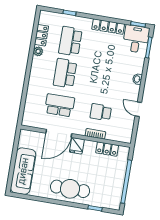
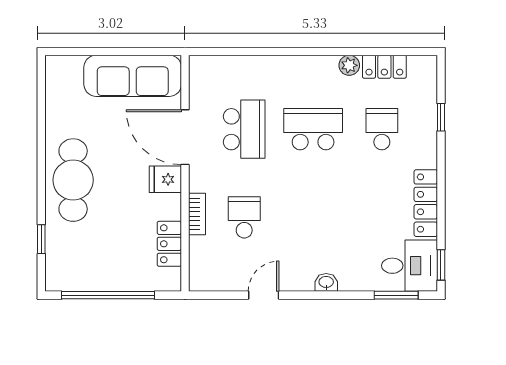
school desk: (70, 41) -> (382, 129), width x0.54
sofa: (23, 171) -> (133, 76), moved

